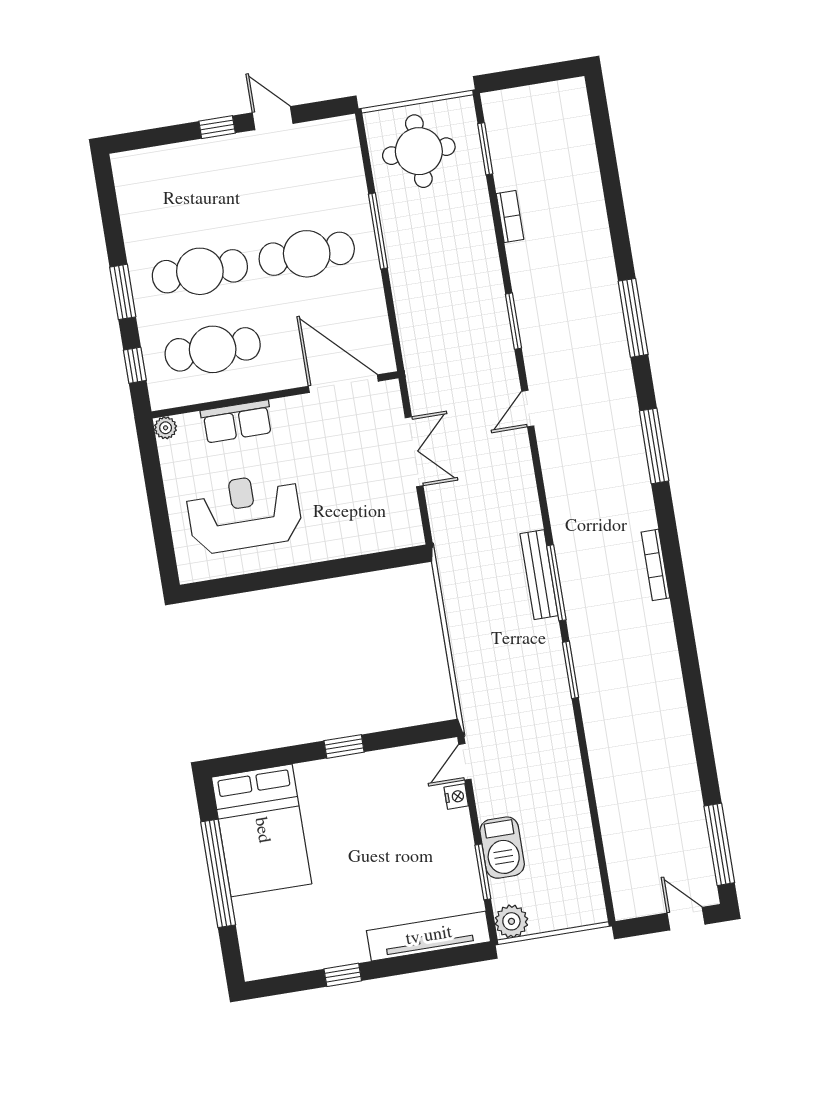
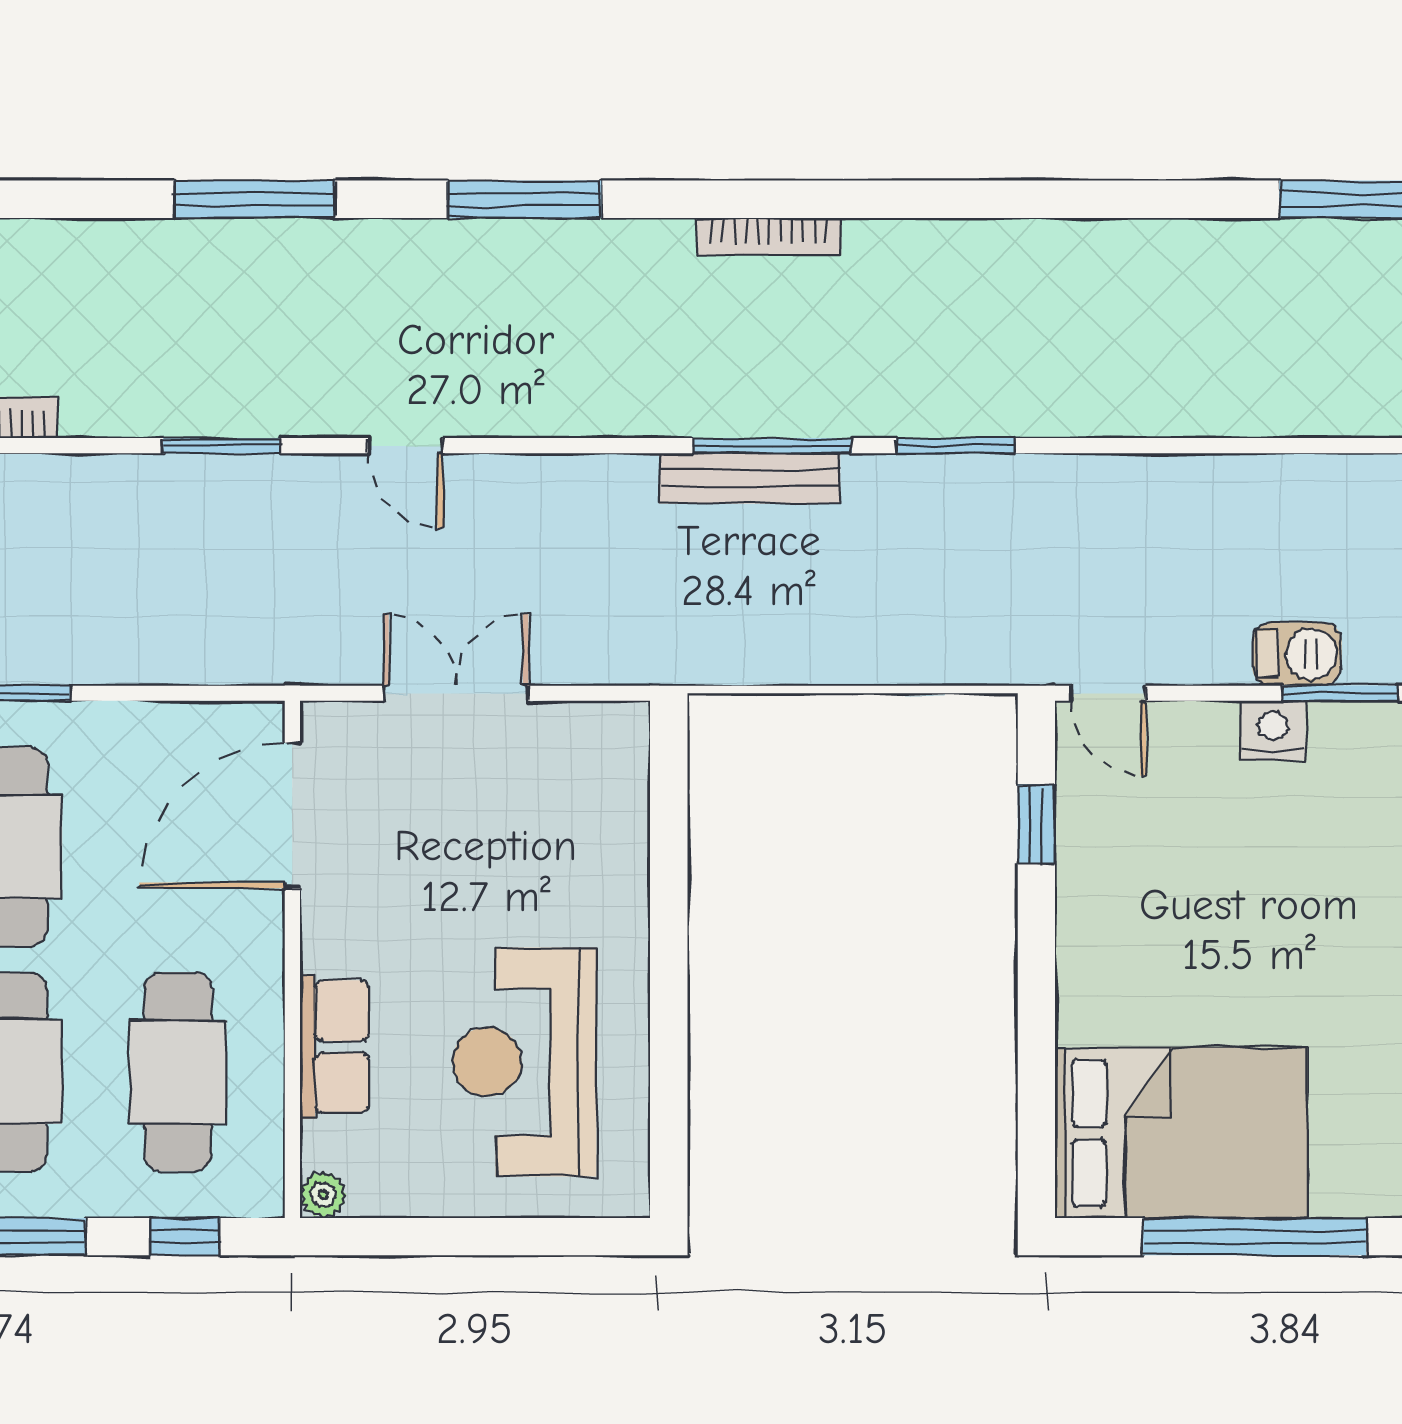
window: (344, 746) -> (1036, 824), moved
nightstand: (456, 797) -> (1273, 730), moved, width x1.39, depth x1.35
barbecue: (502, 848) -> (1297, 654), width x0.73, depth x0.79

